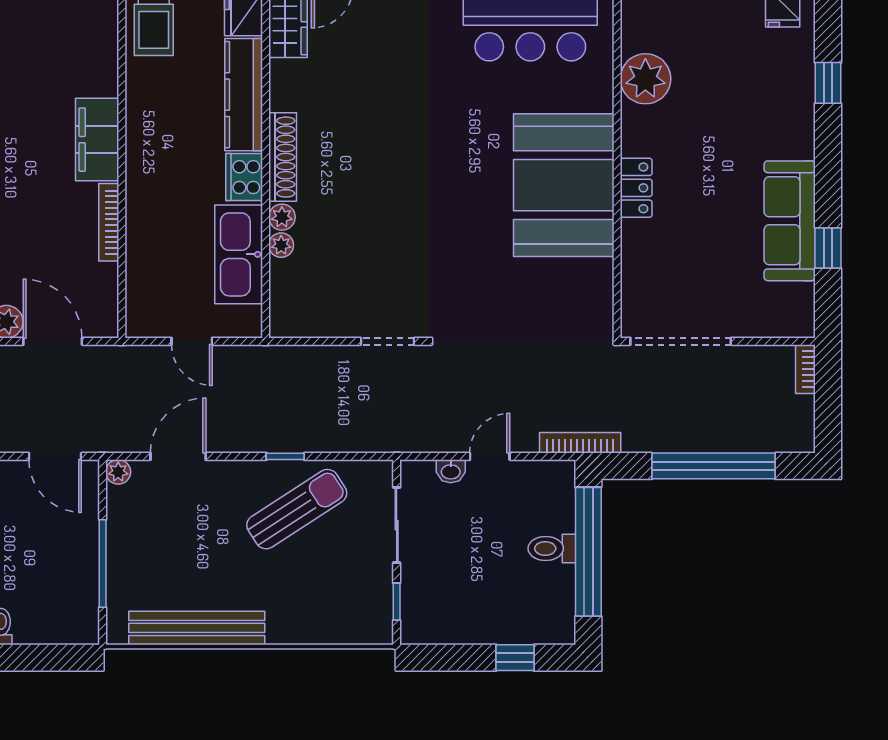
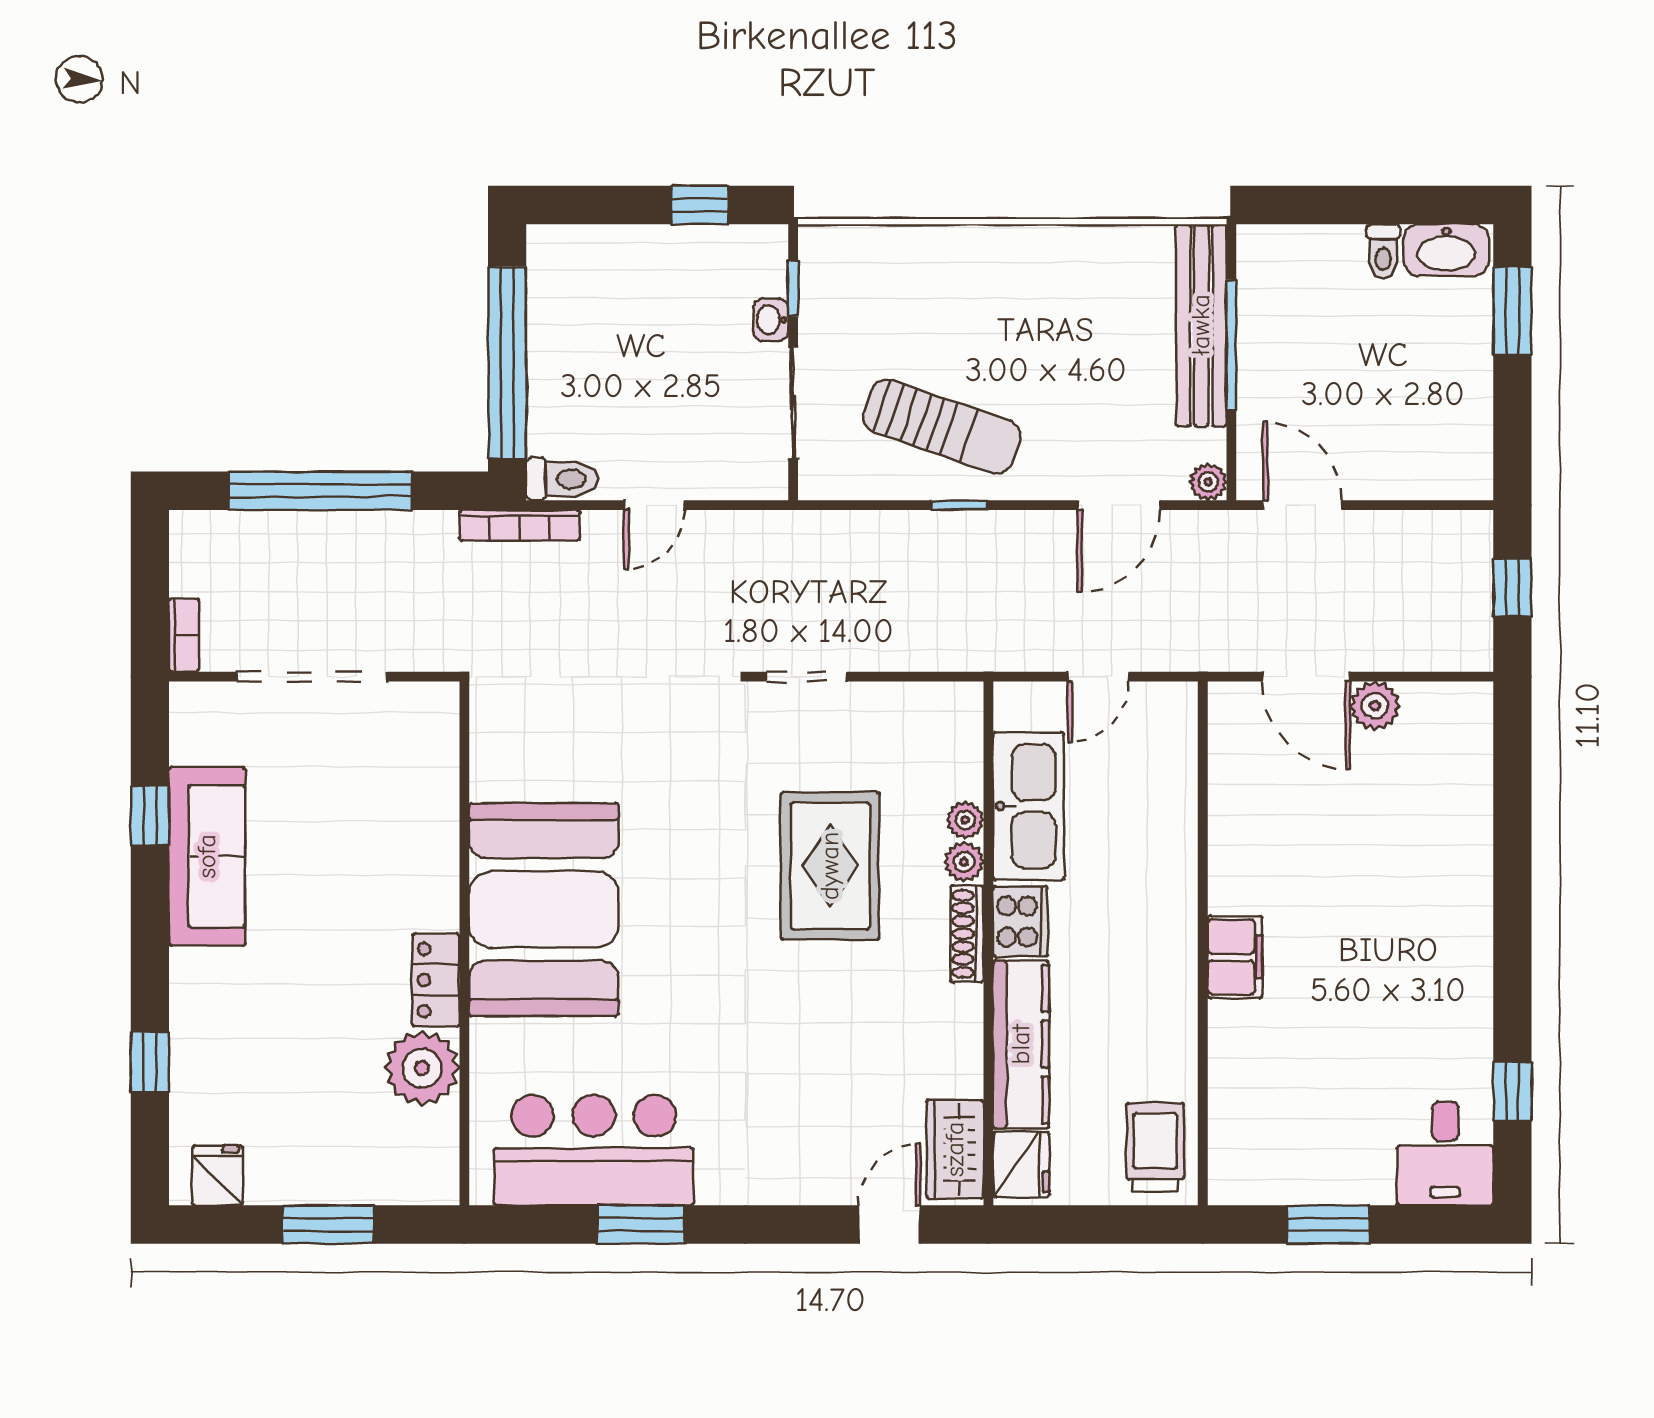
filing cabinet: (97, 140) -> (1235, 957), width x0.67, depth x0.86
shoe rack: (283, 157) -> (967, 934), width x0.74, depth x0.81
locker: (636, 188) -> (436, 980), moved
rug: (372, 214) -> (830, 866), added
bookcase: (109, 222) -> (1222, 854), removed
door: (192, 341) -> (1098, 677), swing flipped
doorway: (681, 341) -> (312, 677), moved
washbasin: (451, 471) -> (771, 320), moved, turned -90
sun lounger: (297, 509) -> (942, 426), turned -128
toilet: (552, 548) -> (562, 479), moved
bench: (197, 628) -> (1201, 325), moved, turned 90
window: (515, 658) -> (700, 205), moved

